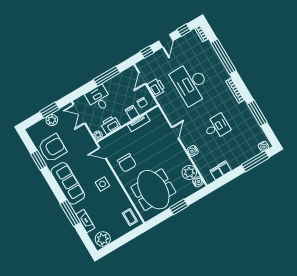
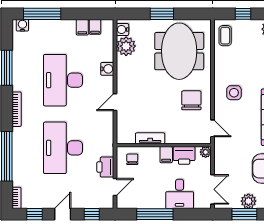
desk: (191, 83) -> (63, 148), turned 180
filing cabinet: (132, 113) -> (166, 155), moved
desk: (217, 127) -> (63, 80), width x1.87, depth x1.30
window: (127, 238) -> (243, 14), added

